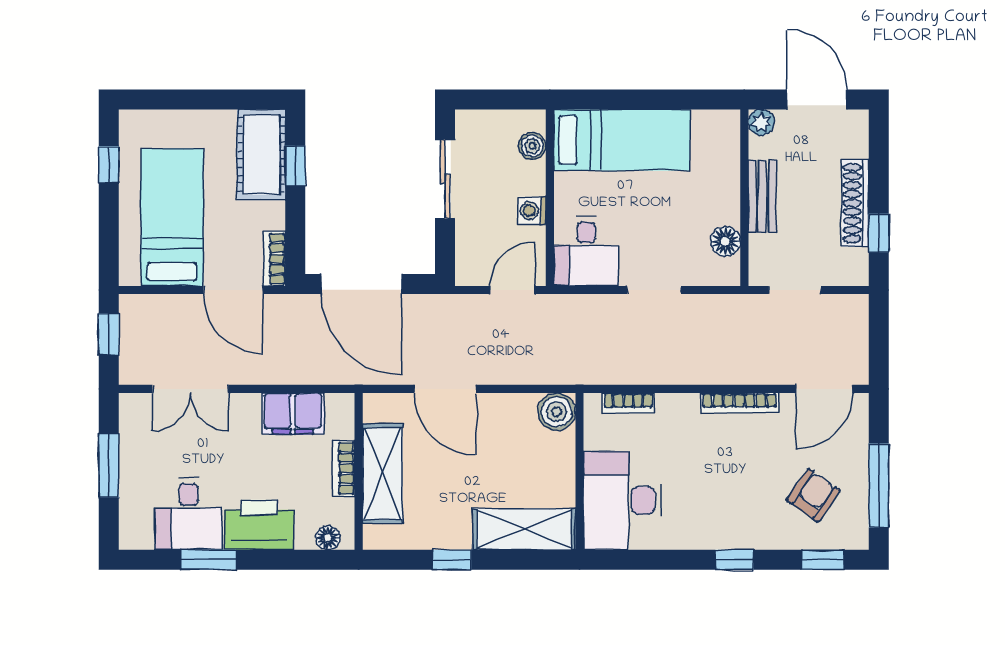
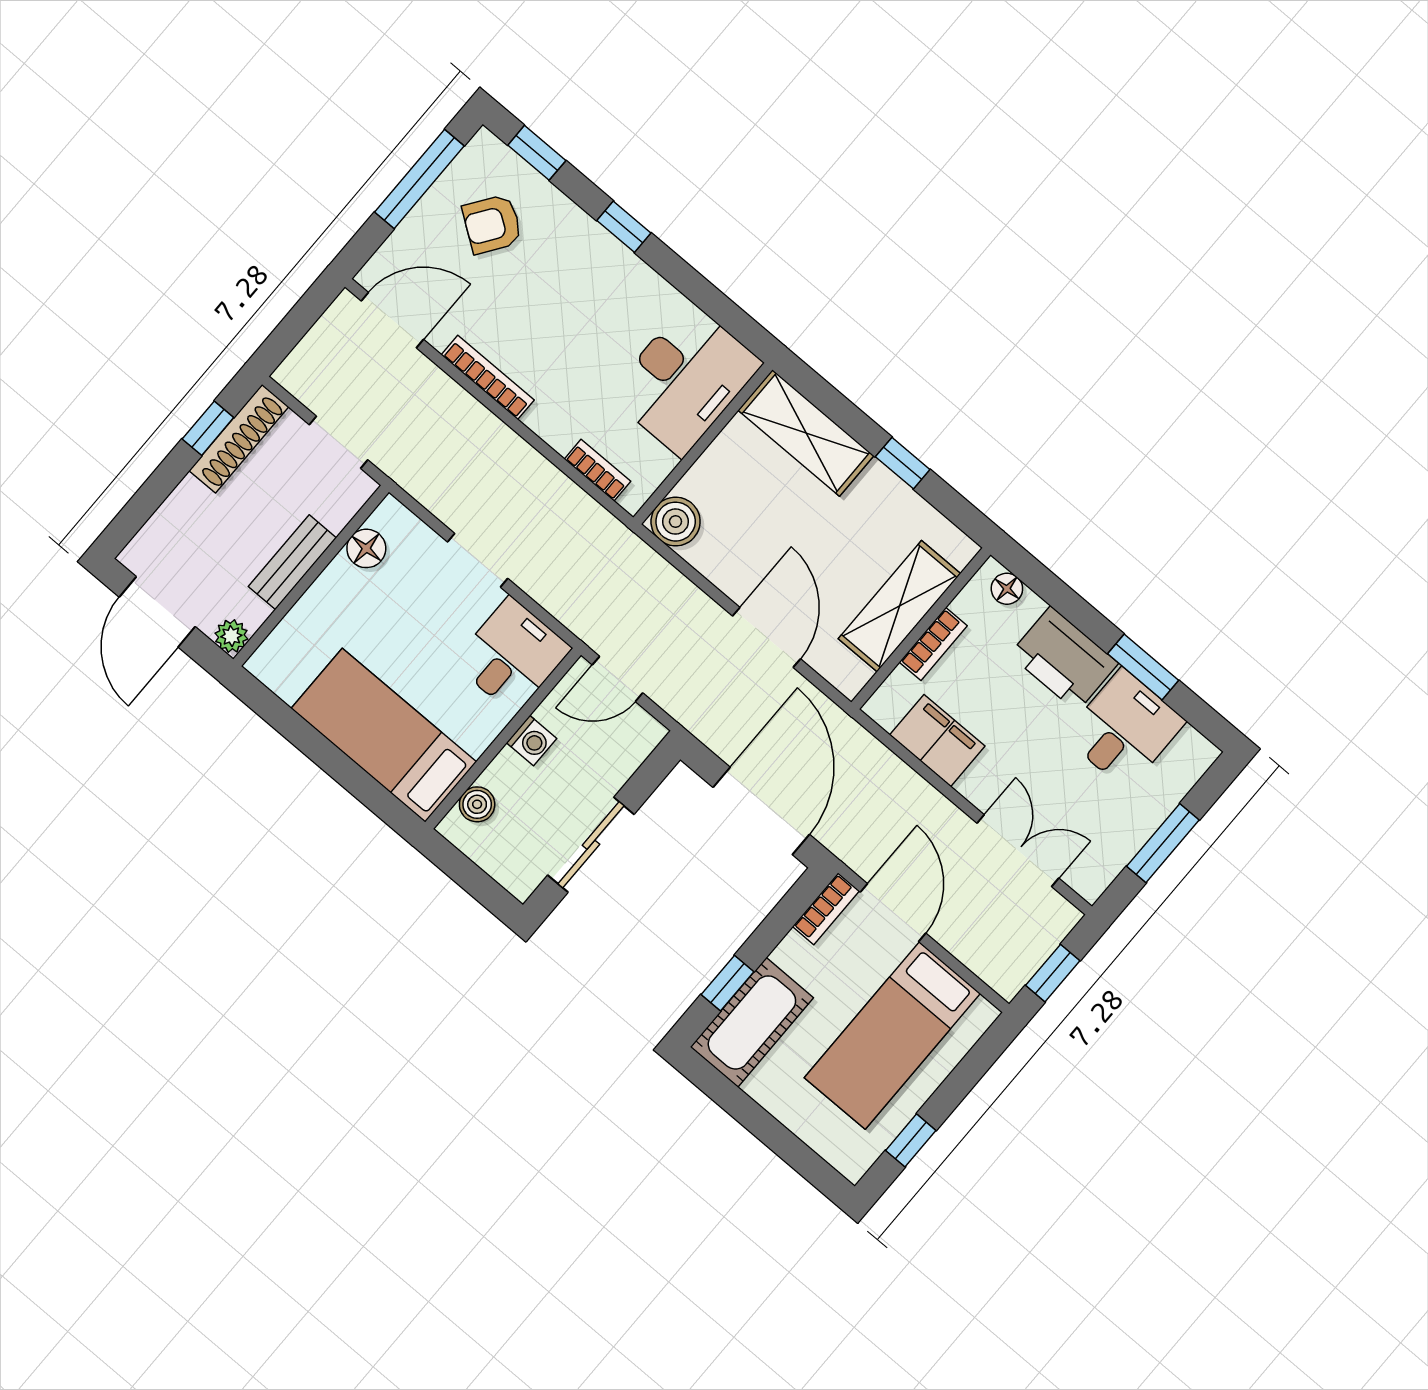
shoe rack: (855, 203) -> (239, 439), moved

